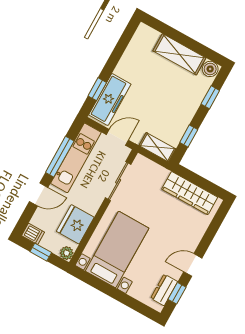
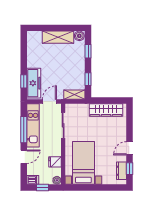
fridge: (75, 224) -> (55, 162), width x0.53, depth x0.75

